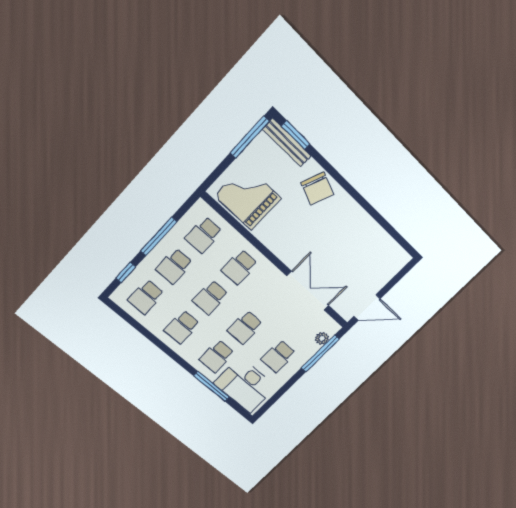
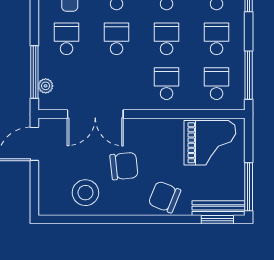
window: (159, 236) -> (249, 75), moved
chair: (324, 237) -> (124, 166), added
stool: (367, 244) -> (85, 193), added

